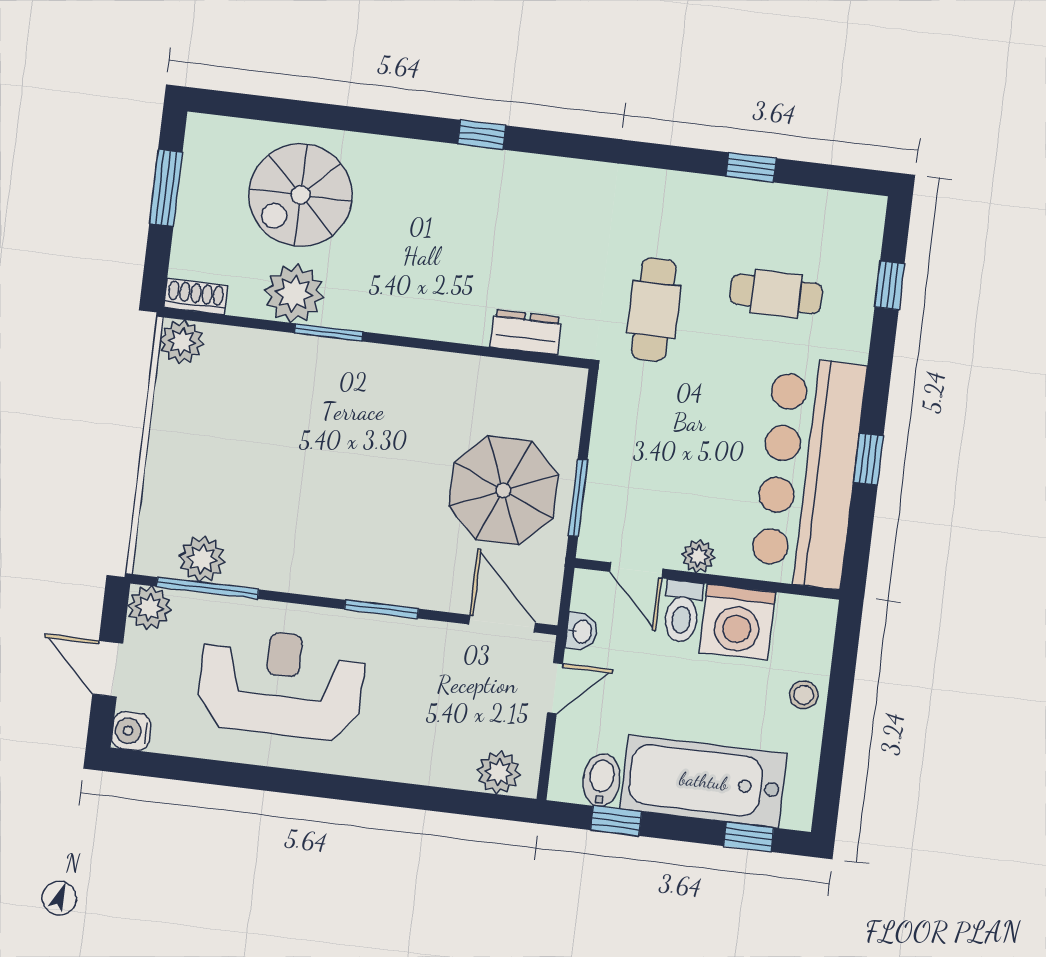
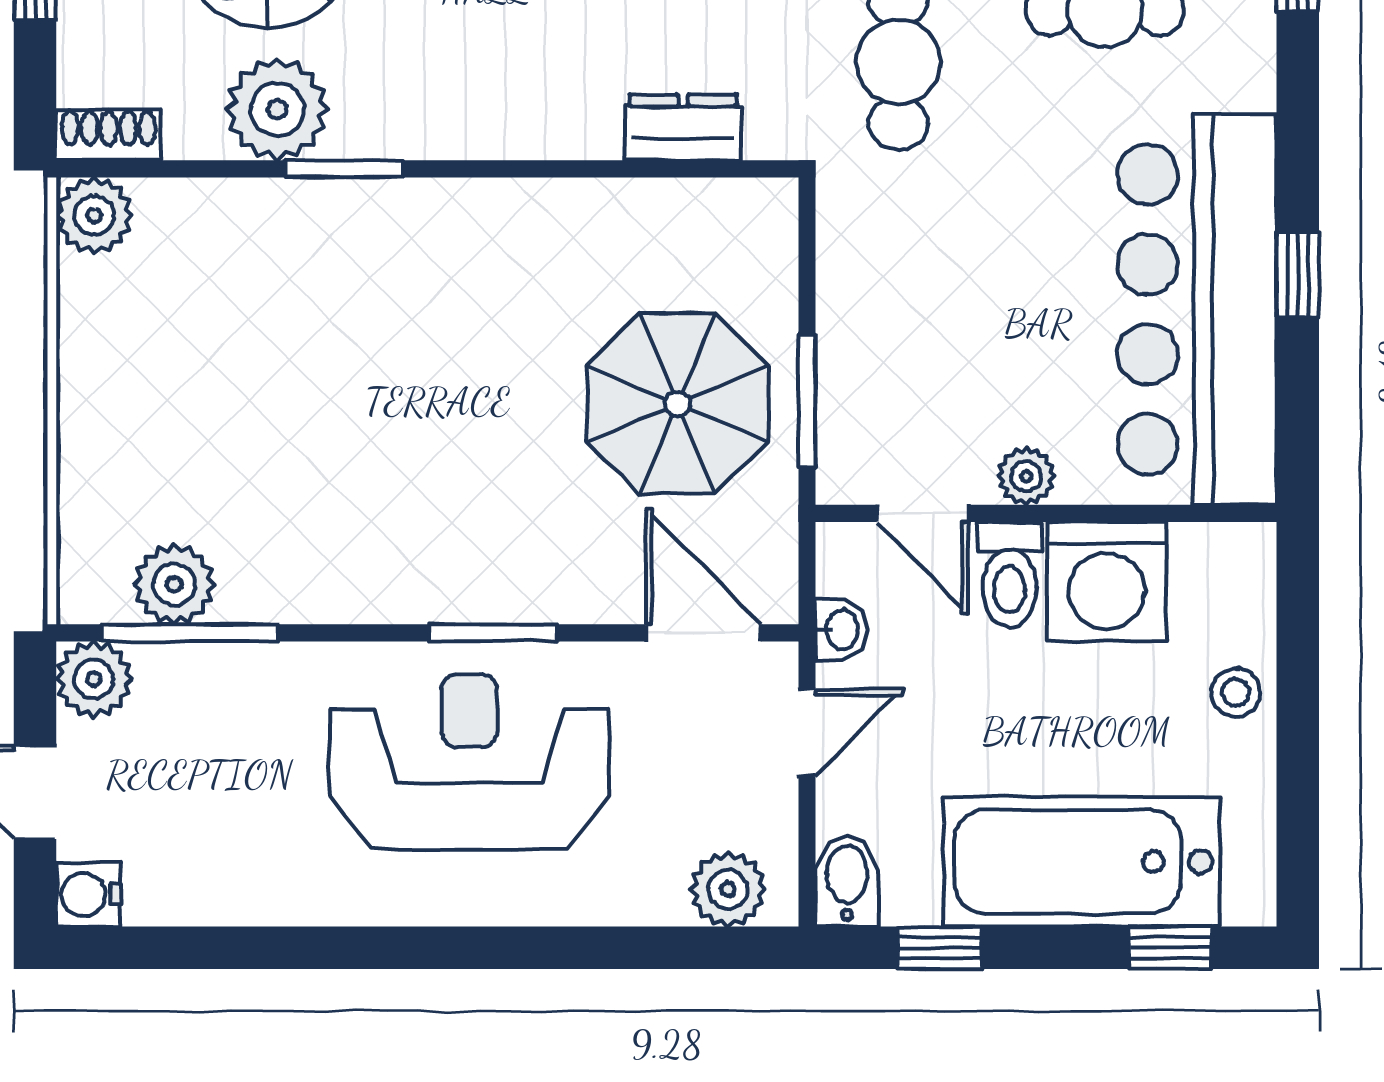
reception desk: (281, 684) -> (469, 762), moved
bidet: (601, 780) -> (847, 881), moved

